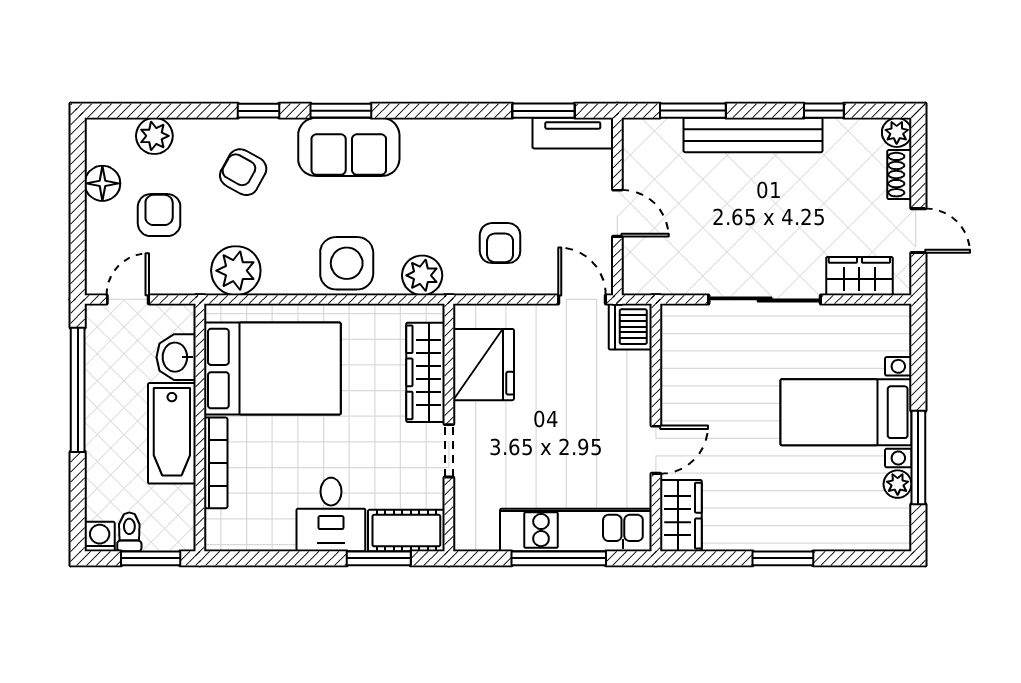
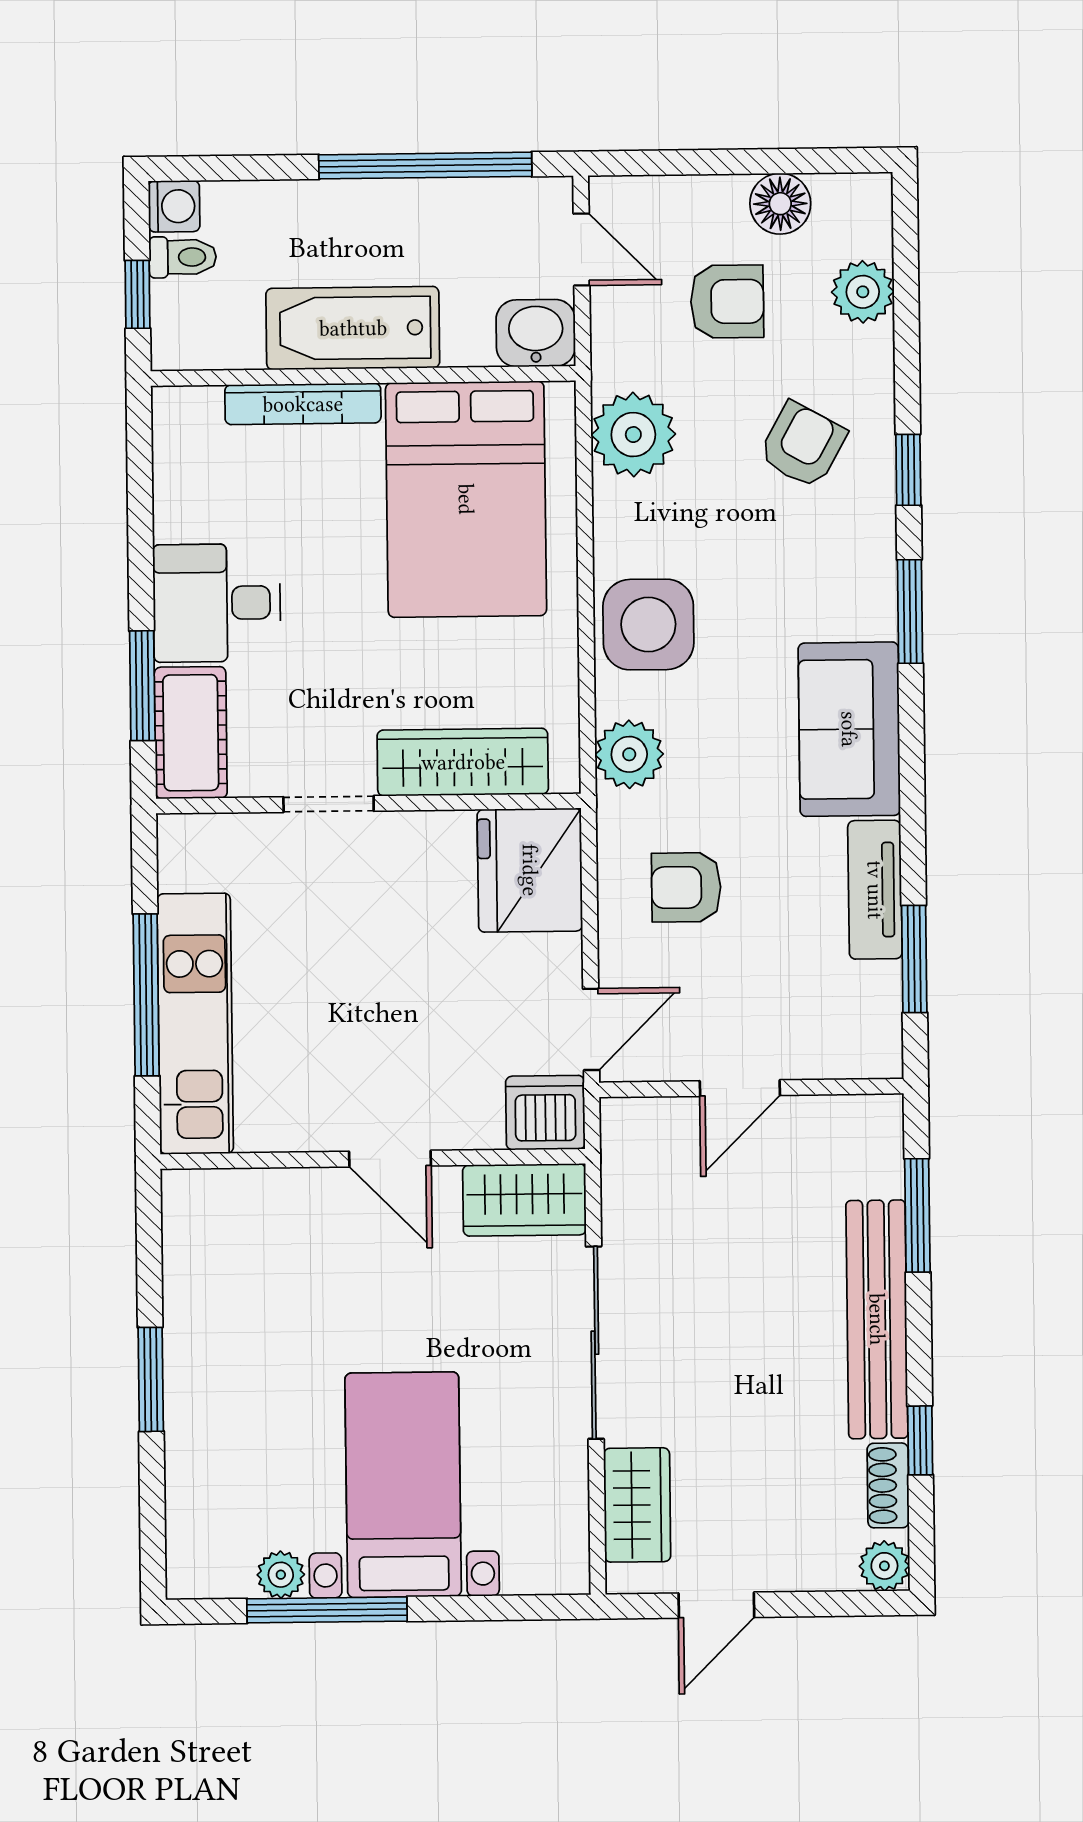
tv unit: (573, 133) -> (875, 890), moved
sofa: (349, 147) -> (849, 729), moved
shoe rack: (899, 175) -> (888, 1485), moved, turned -90
washbasin: (176, 357) -> (536, 333), moved
fridge: (483, 365) -> (530, 870), moved, turned 90
door: (656, 450) -> (390, 1159), moved
wardrobe: (681, 516) -> (524, 1200), moved
window: (151, 558) -> (138, 294), width x0.67

